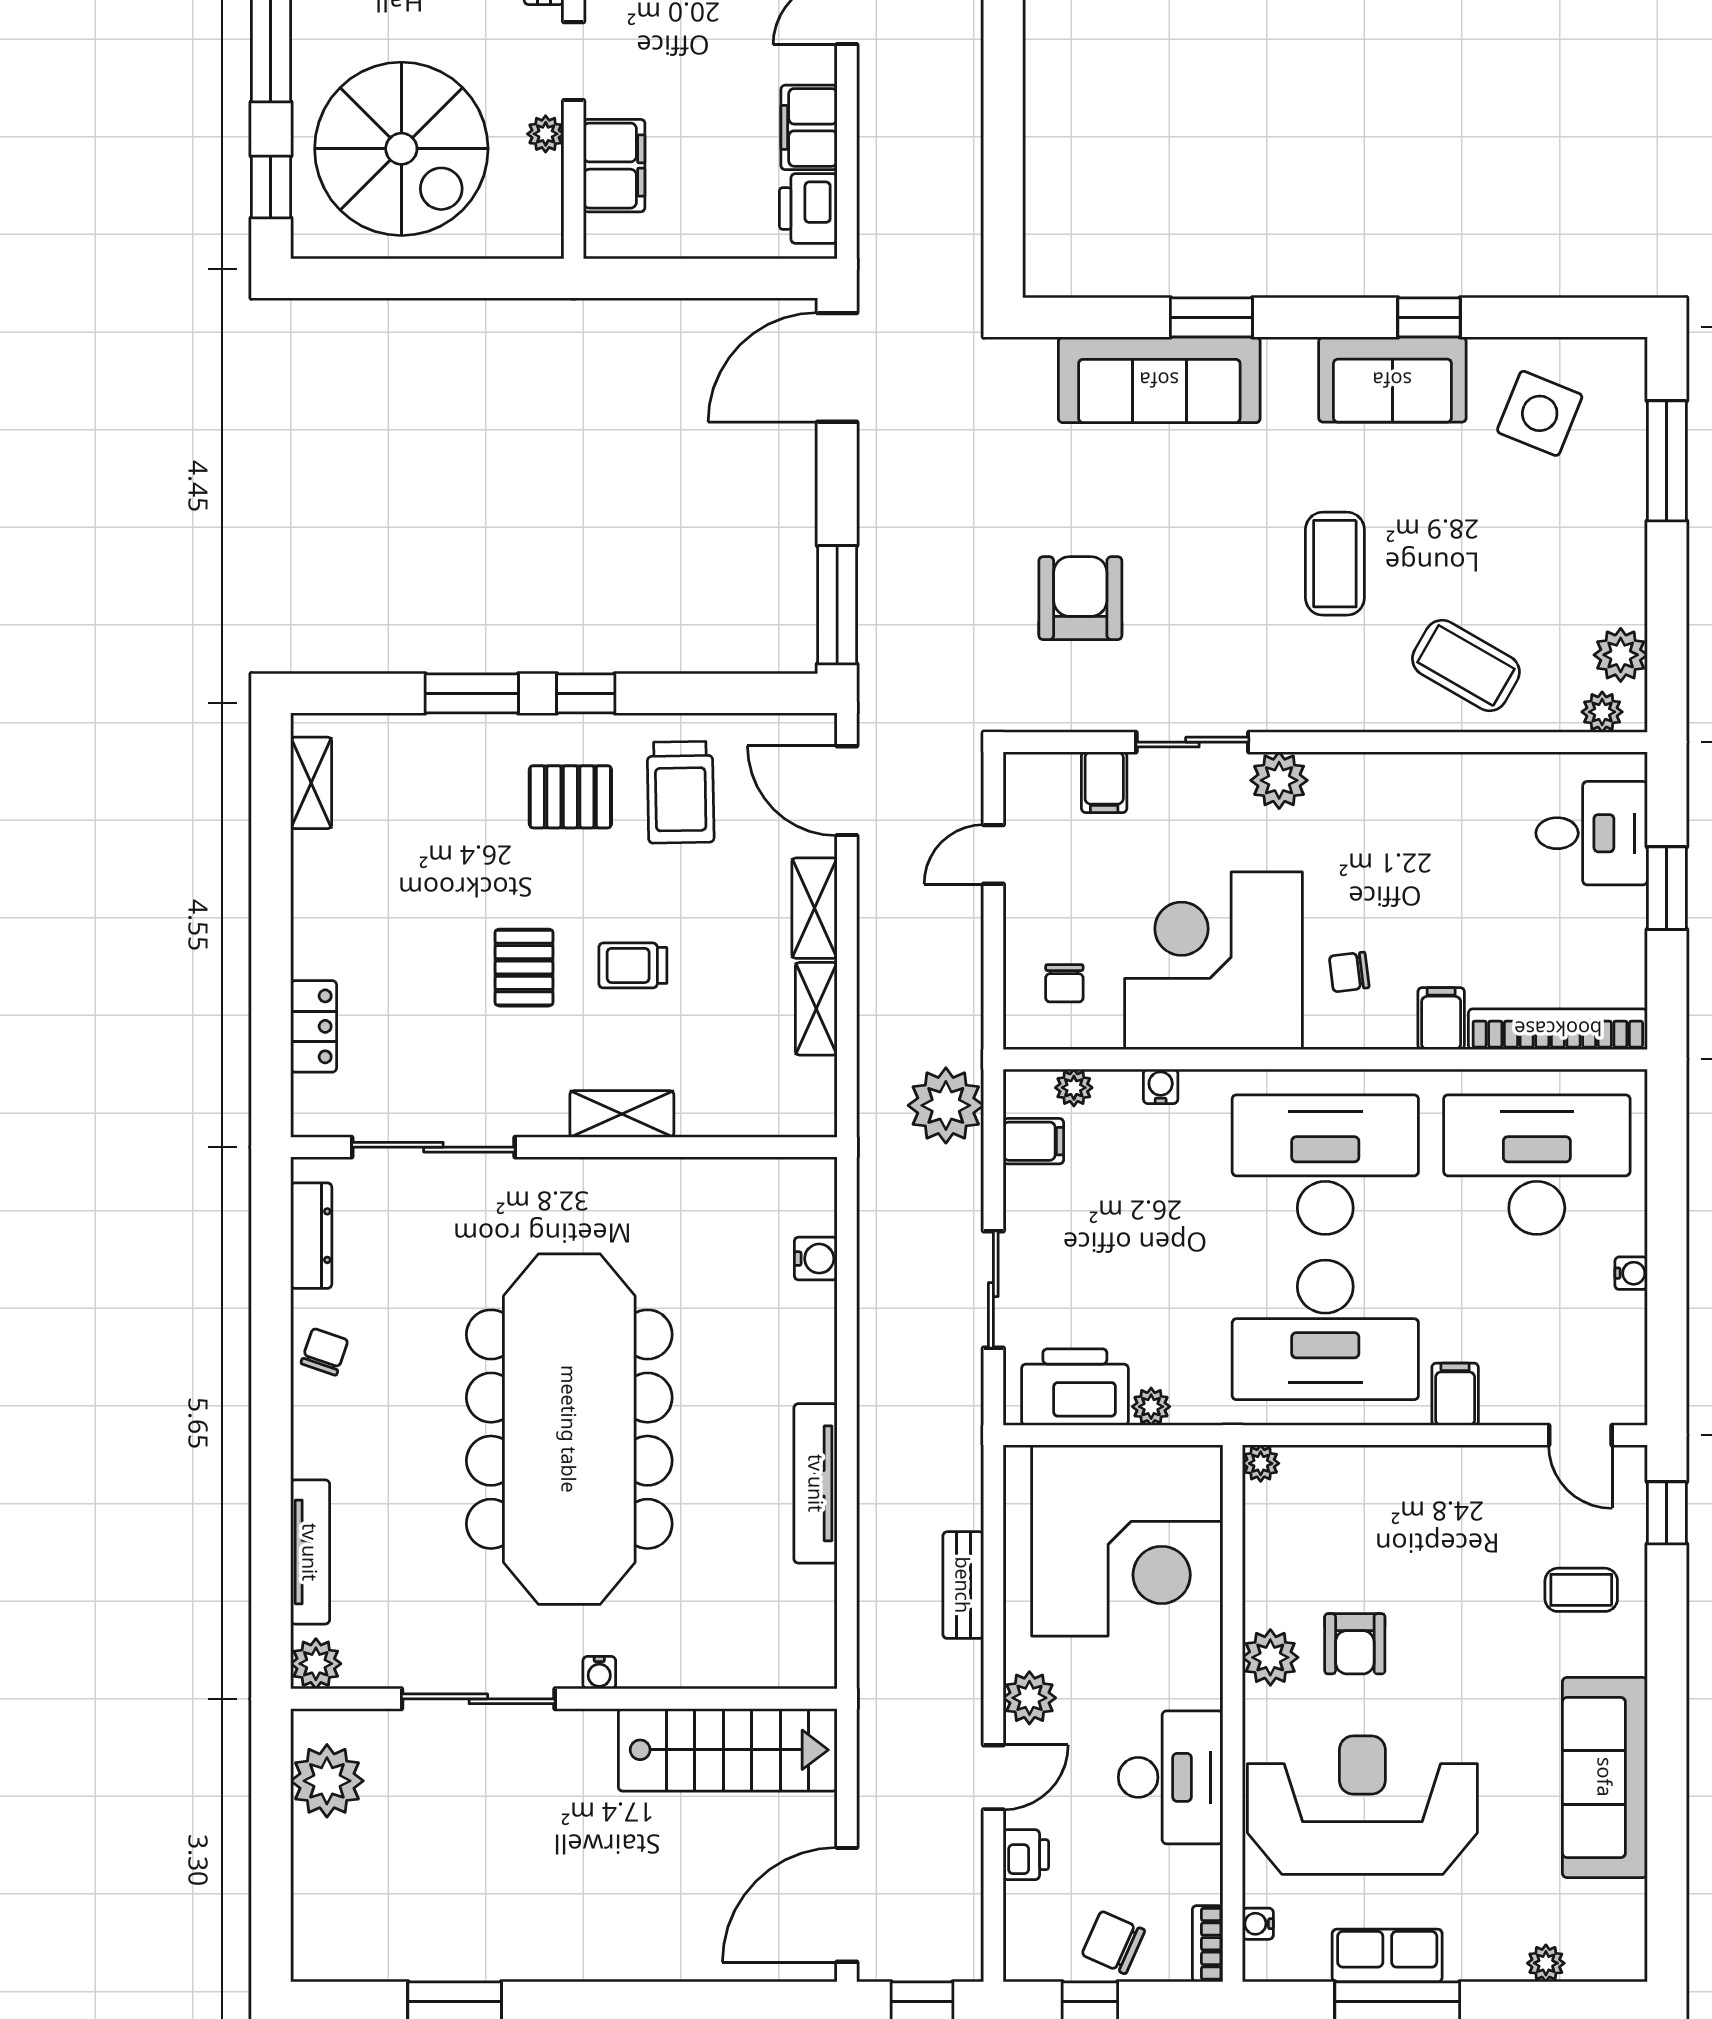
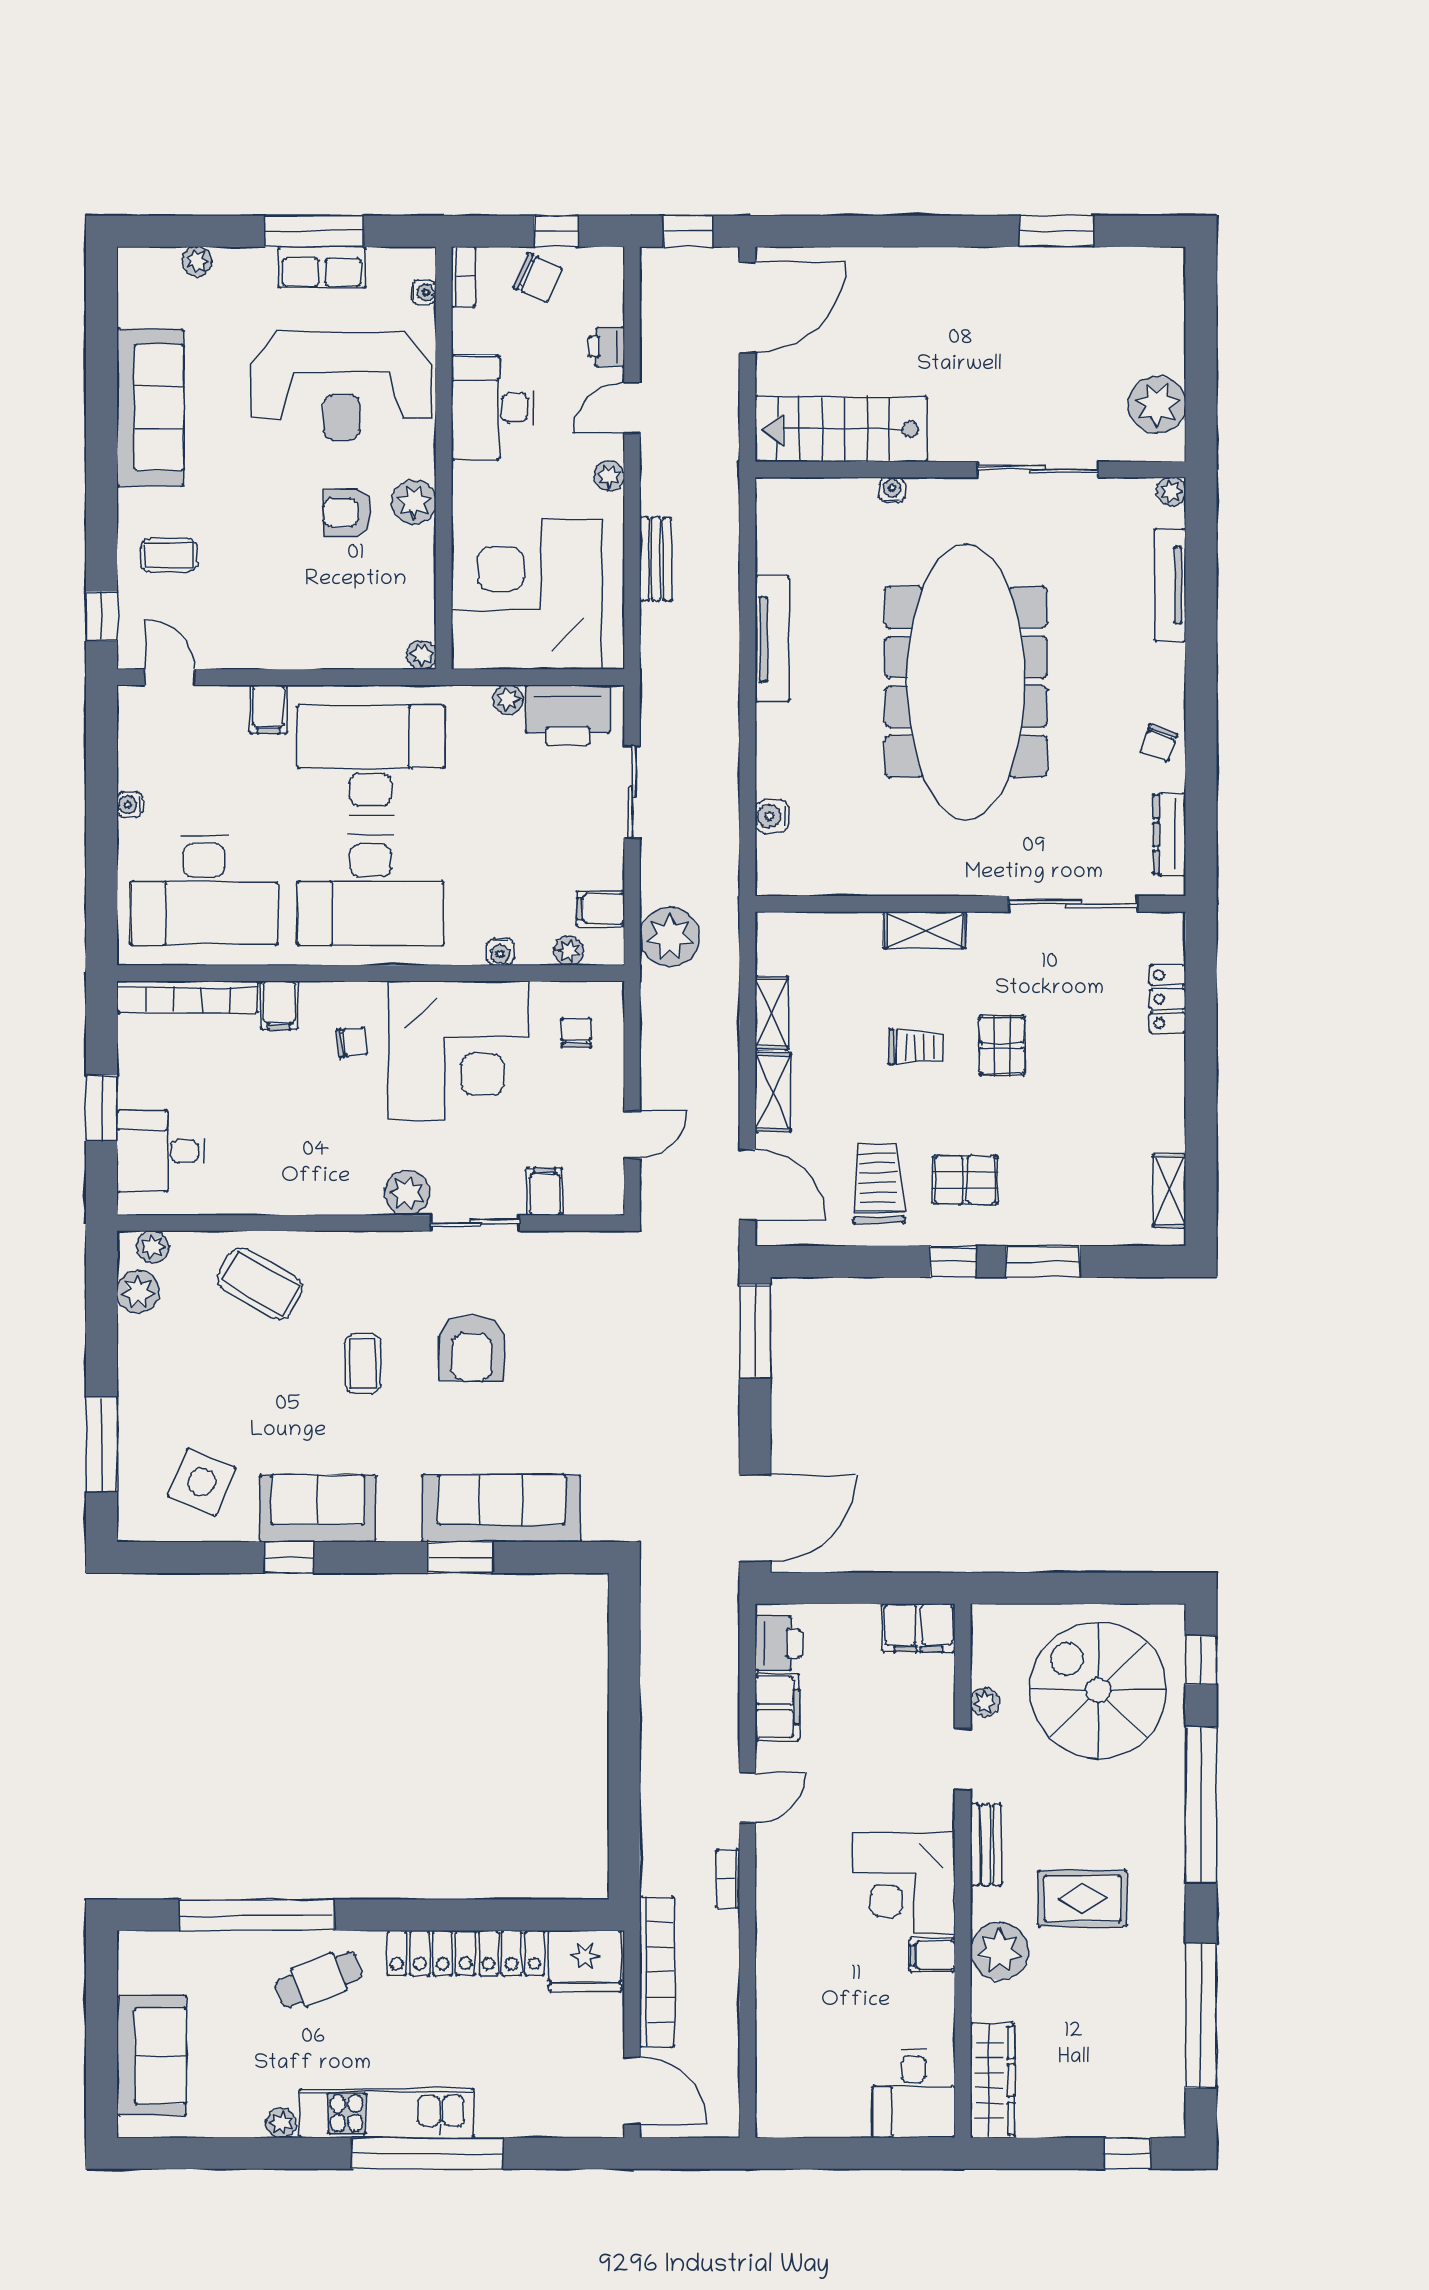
filing cabinet: (614, 166) -> (919, 1628), moved, turned -90
coffee table: (1335, 564) -> (363, 1364), width x0.73, depth x0.77
armchair: (1080, 598) -> (472, 1348), moved
armchair: (1355, 1644) -> (347, 513), turned -90
plant: (316, 1664) -> (1171, 492), width x0.73, depth x0.73
water cooler: (599, 1673) -> (892, 490), moved
plant: (1029, 1698) -> (609, 476), width x0.73, depth x0.73

